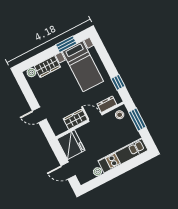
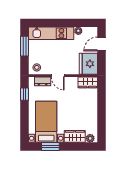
door: (39, 115) -> (101, 101), removed
wardrobe: (75, 119) -> (88, 82), moved
window: (137, 119) -> (25, 46), moved
door: (68, 171) -> (101, 44), swing flipped

